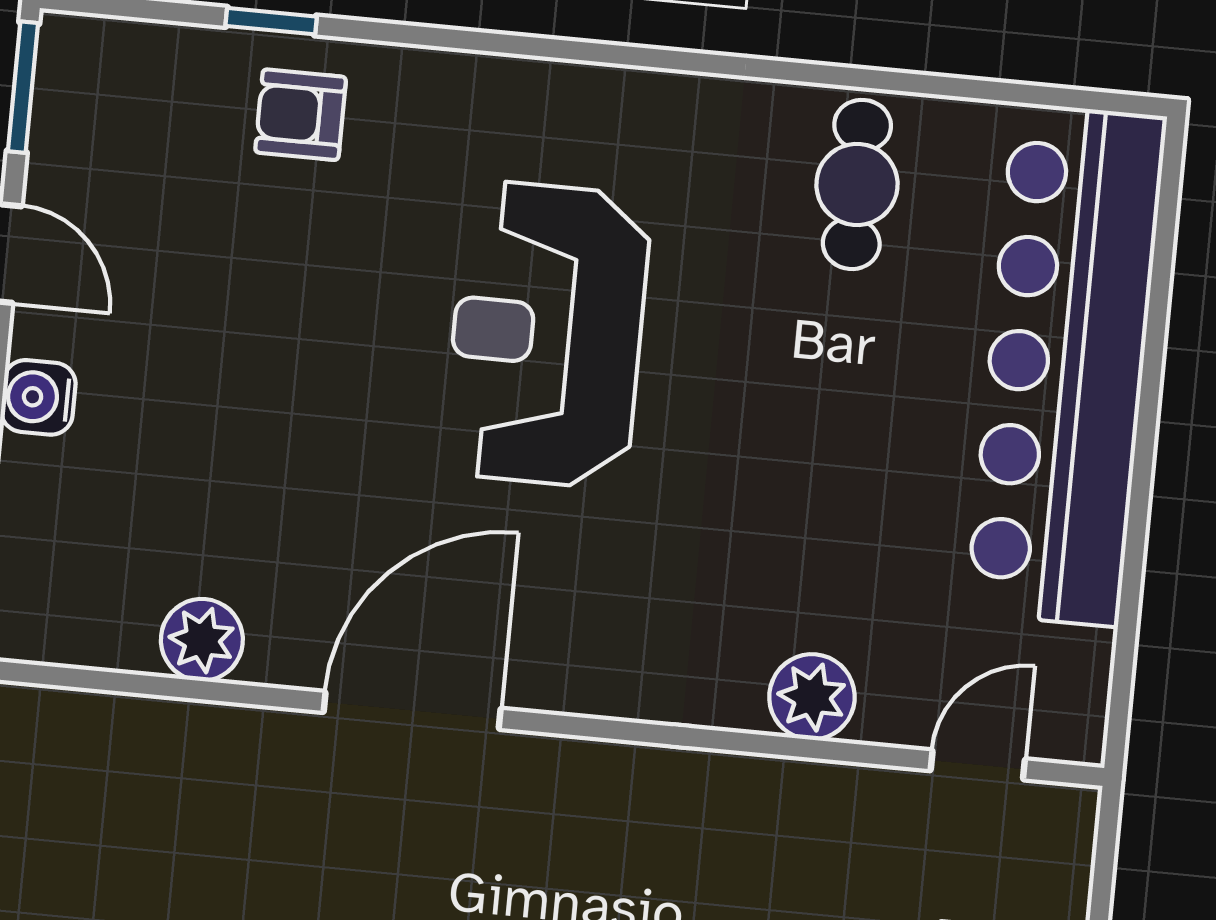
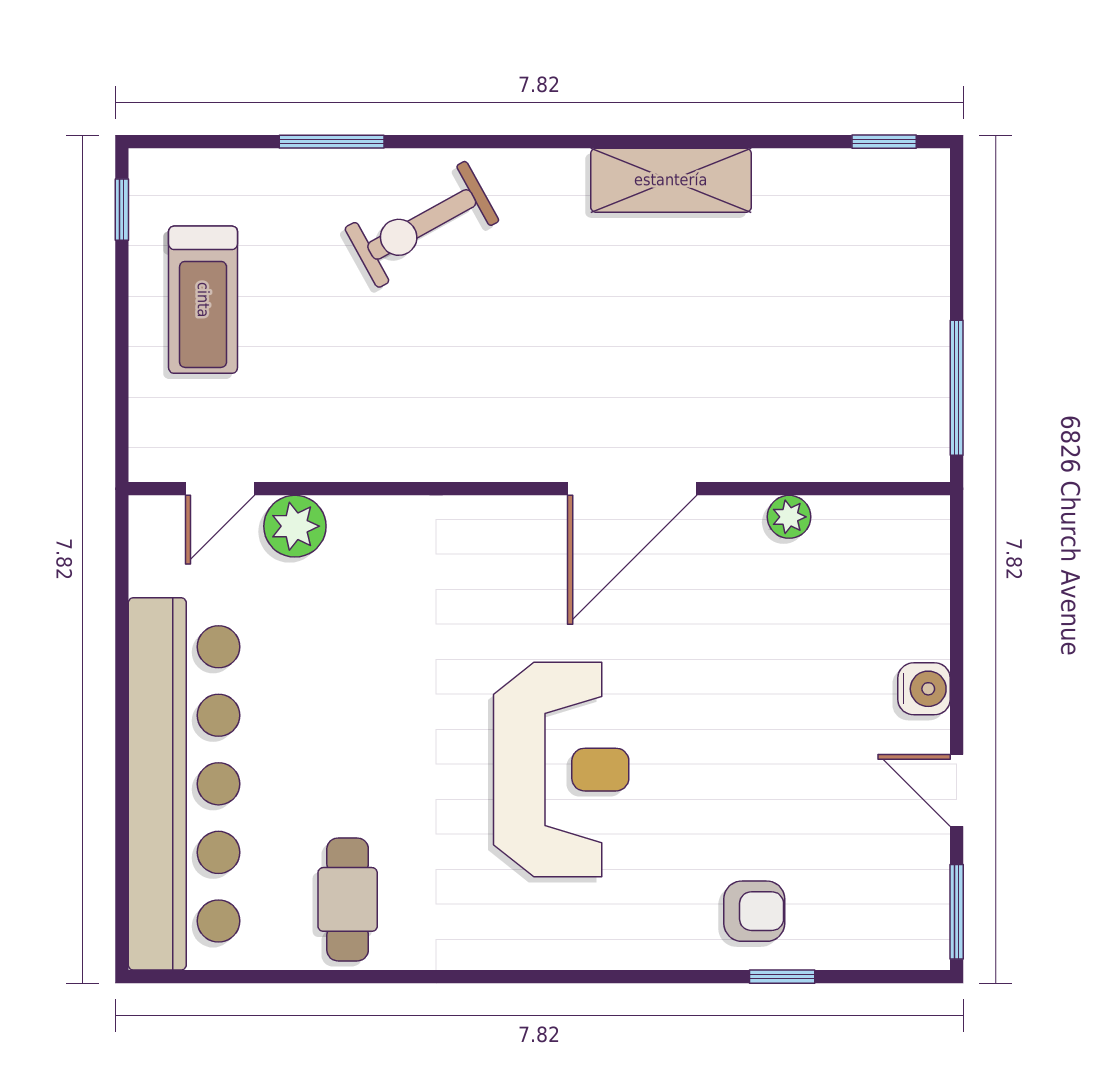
plant: (202, 640) -> (789, 517), width x0.73, depth x0.73
plant: (812, 697) -> (295, 526), moved

